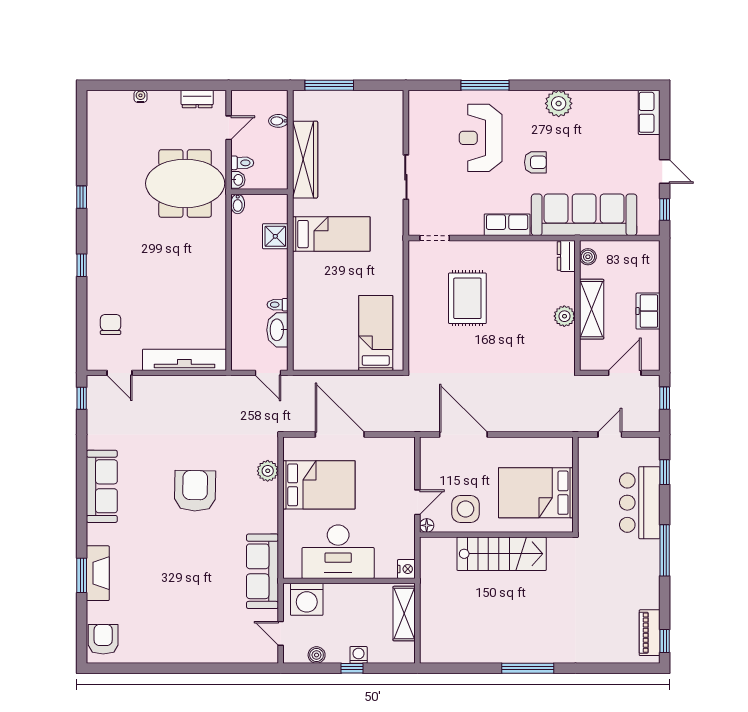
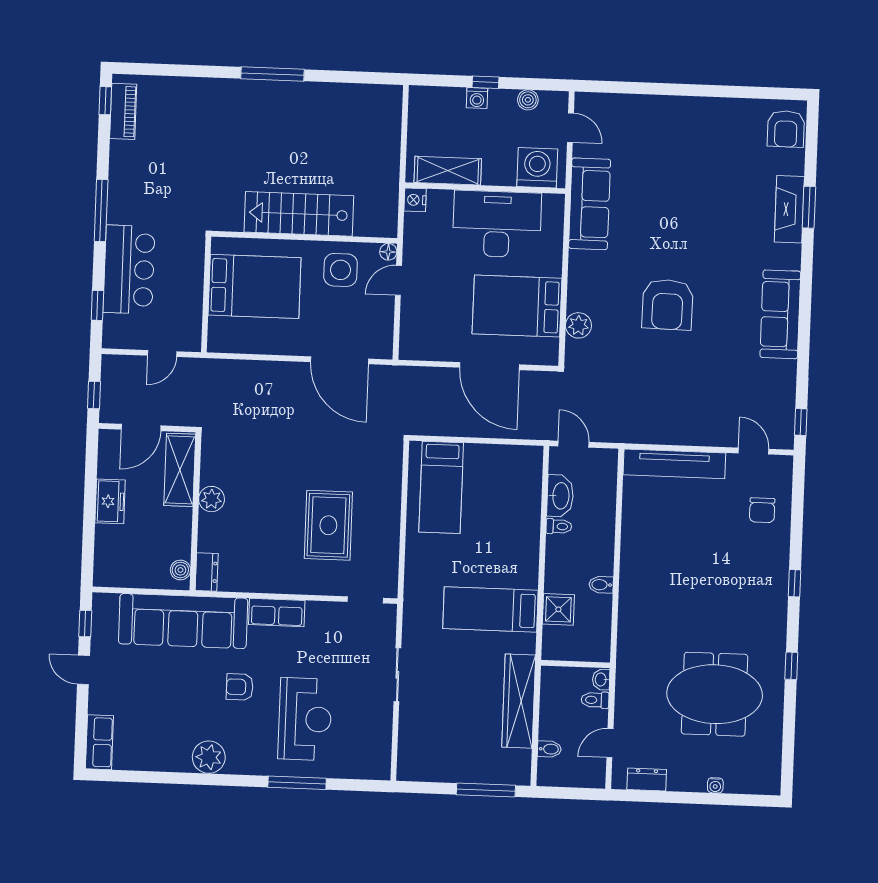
meeting table: (185, 183) -> (715, 694), moved
bidet: (238, 204) -> (601, 585), moved, turned -90
shelving: (592, 309) -> (180, 470), moved
shelving: (404, 614) -> (448, 171), moved, turned 90

